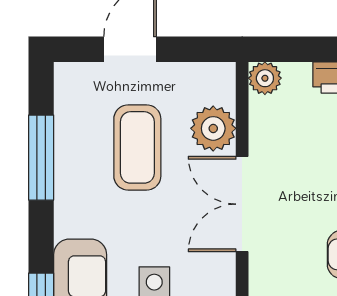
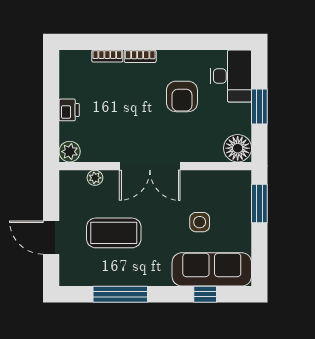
plant: (213, 128) -> (95, 178), width x0.53, depth x0.53

